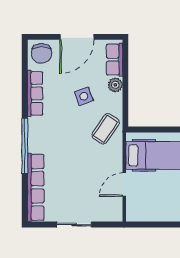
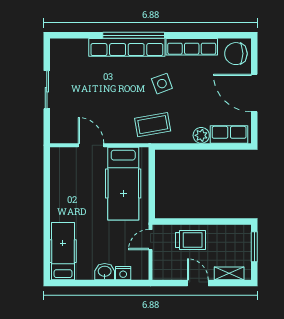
side table: (84, 96) -> (162, 84), moved
coffee table: (106, 129) -> (153, 125), turned -44
row of seats: (36, 187) -> (127, 47), moved

